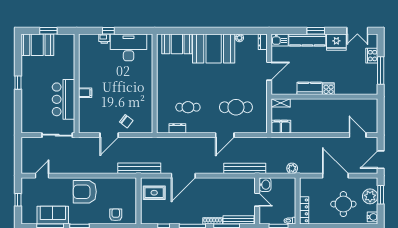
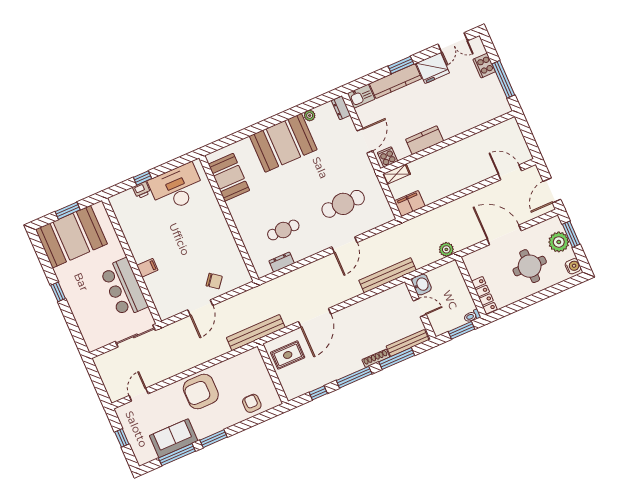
booth: (177, 44) -> (229, 177), moved, turned 90
booth: (37, 45) -> (71, 237), width x1.36, depth x1.42
cooker: (329, 89) -> (387, 157), moved

